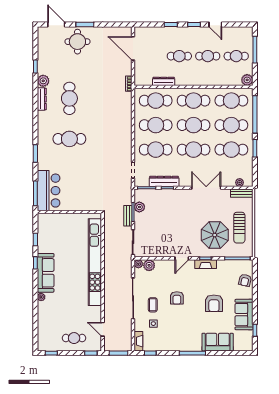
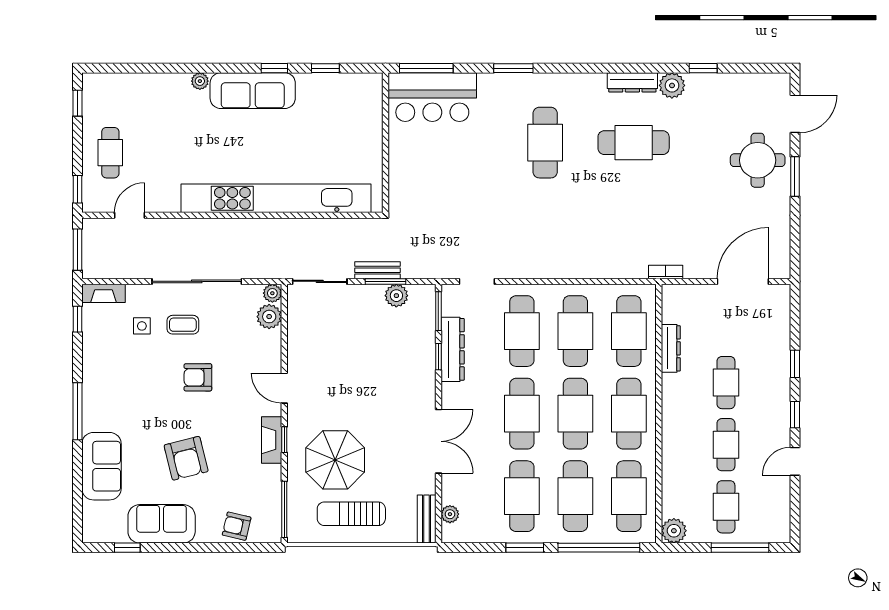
armchair: (214, 303) -> (186, 458), turned -104

